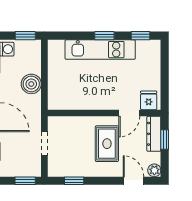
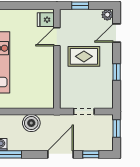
door: (129, 113) -> (57, 37), swing flipped
dresser: (154, 134) -> (75, 15), removed
window: (74, 181) -> (117, 72), moved

